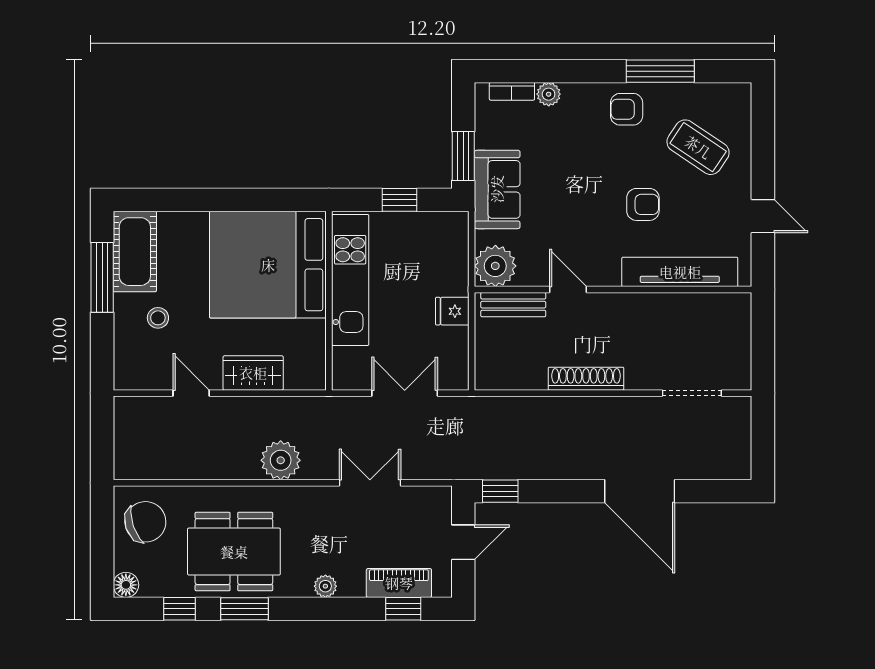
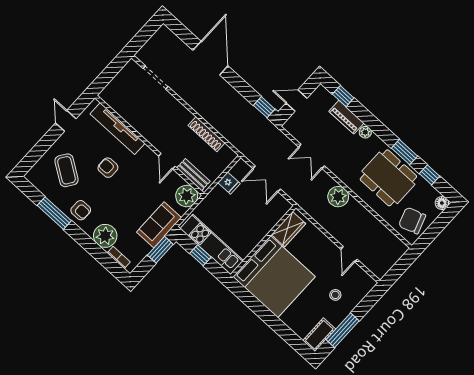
plant: (549, 94) -> (105, 236), width x1.88, depth x1.88
cot: (135, 252) -> (319, 335), width x0.73, depth x0.75
kitchen unit: (350, 280) -> (212, 245), moved, turned 90
fridge: (452, 311) -> (229, 183), moved
wardrobe: (253, 373) -> (289, 229), moved, turned -90
shoe rack: (586, 379) -> (206, 134), moved
piano: (399, 583) -> (346, 117), moved

